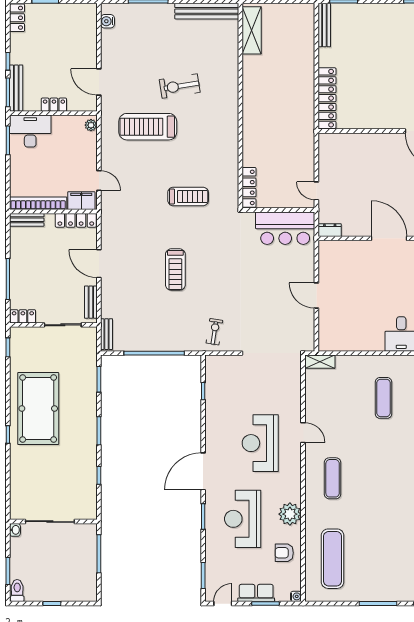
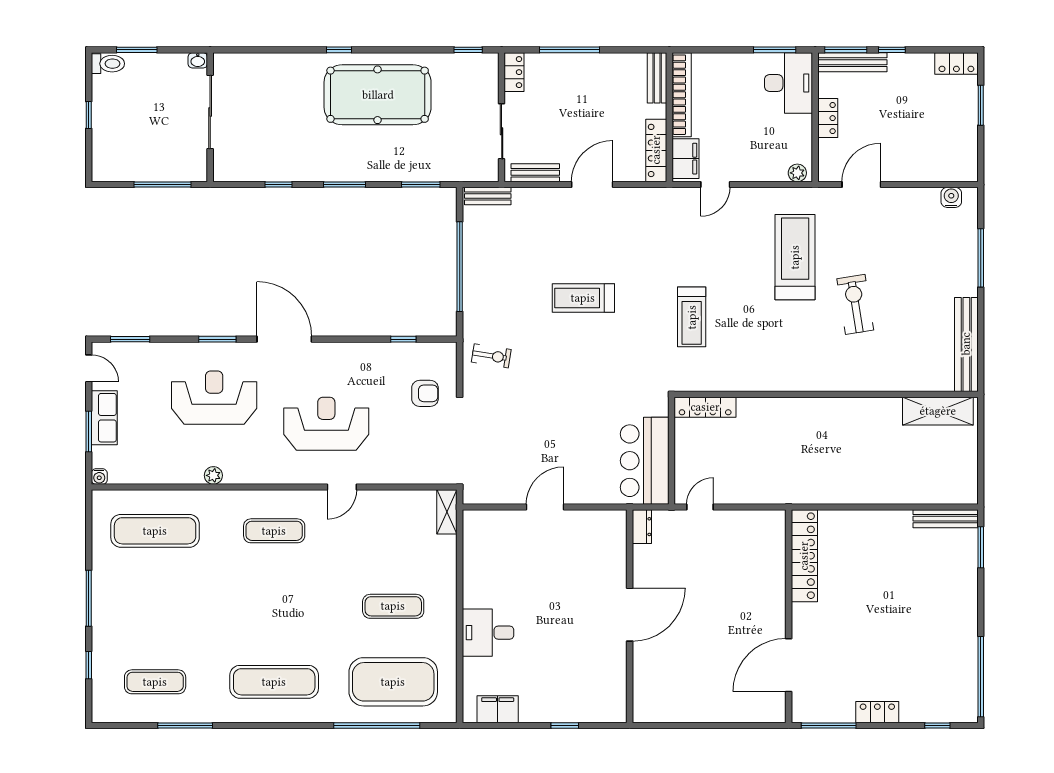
locker: (327, 98) -> (804, 556), moved, turned -90
plant: (290, 514) -> (213, 475), width x0.53, depth x0.53
armchair: (284, 553) -> (425, 393), moved, turned 90

